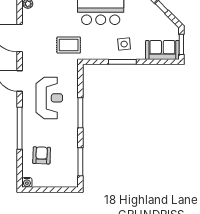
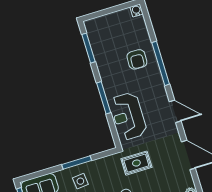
reception desk: (49, 98) -> (128, 116), moved
armchair: (42, 155) -> (137, 59), moved

